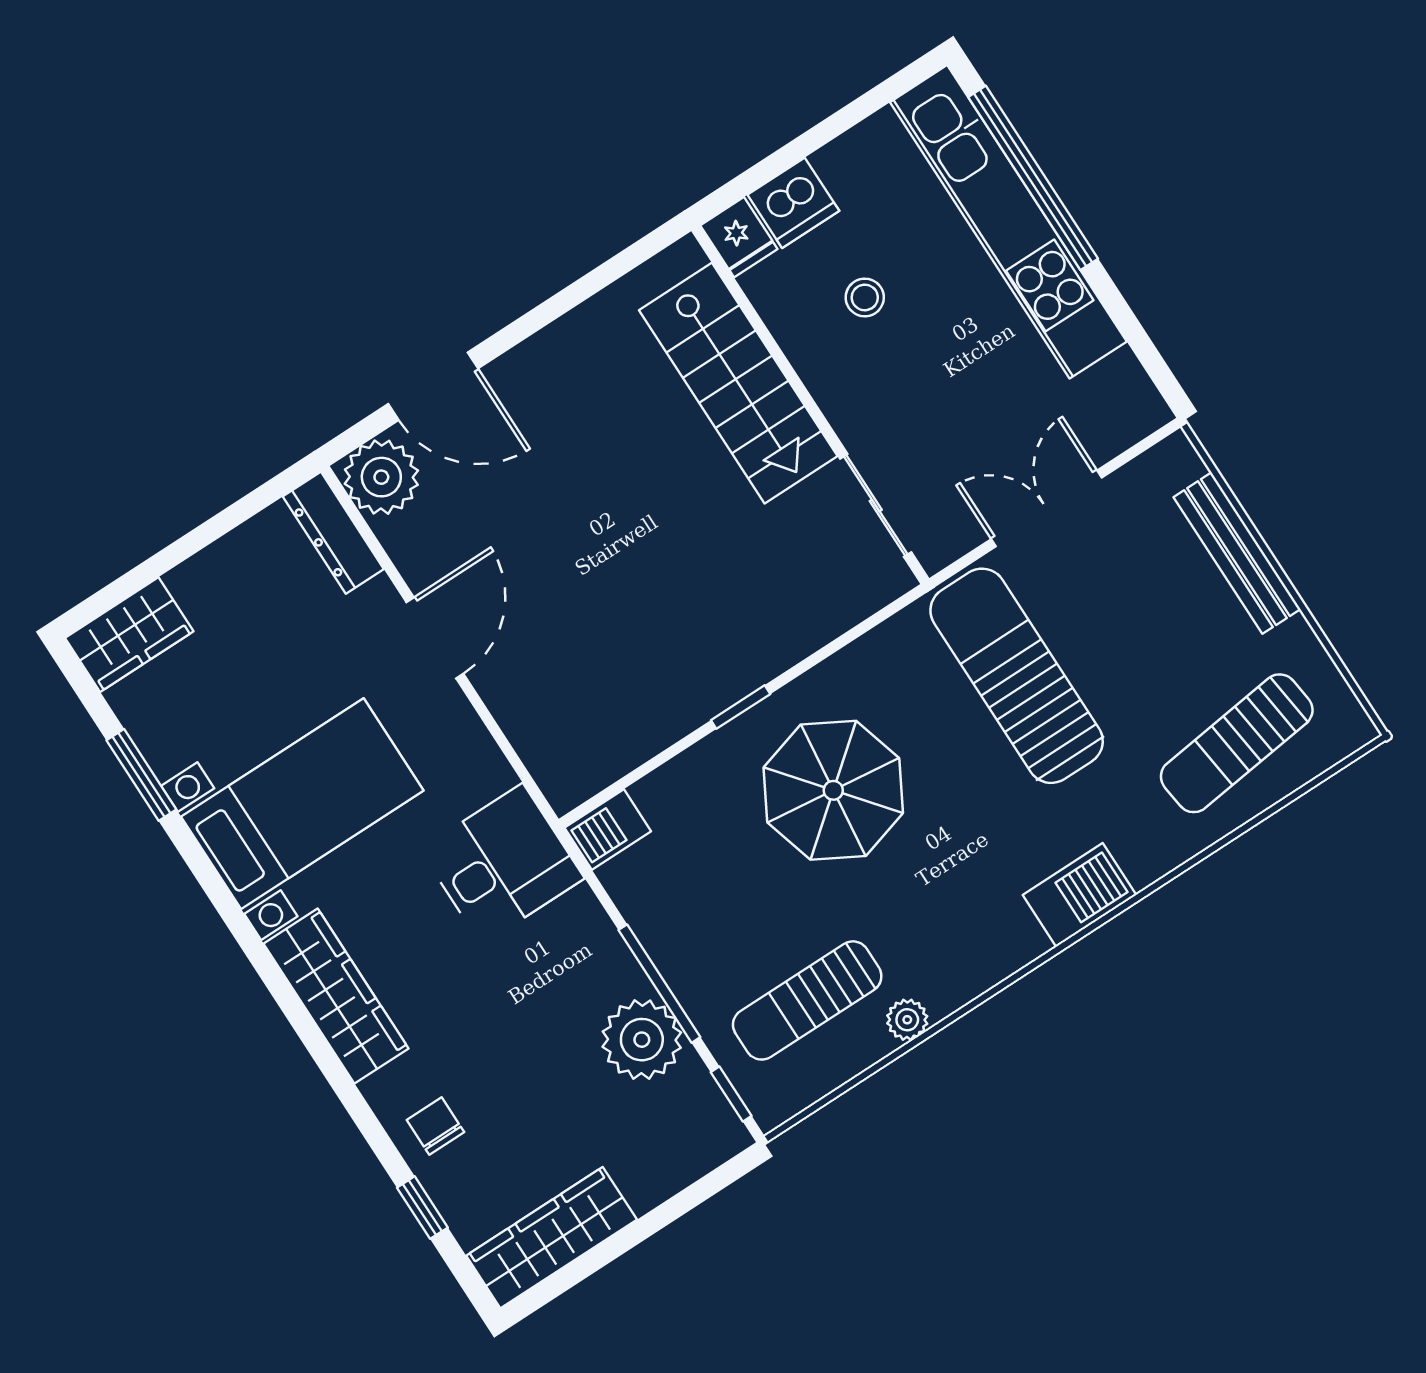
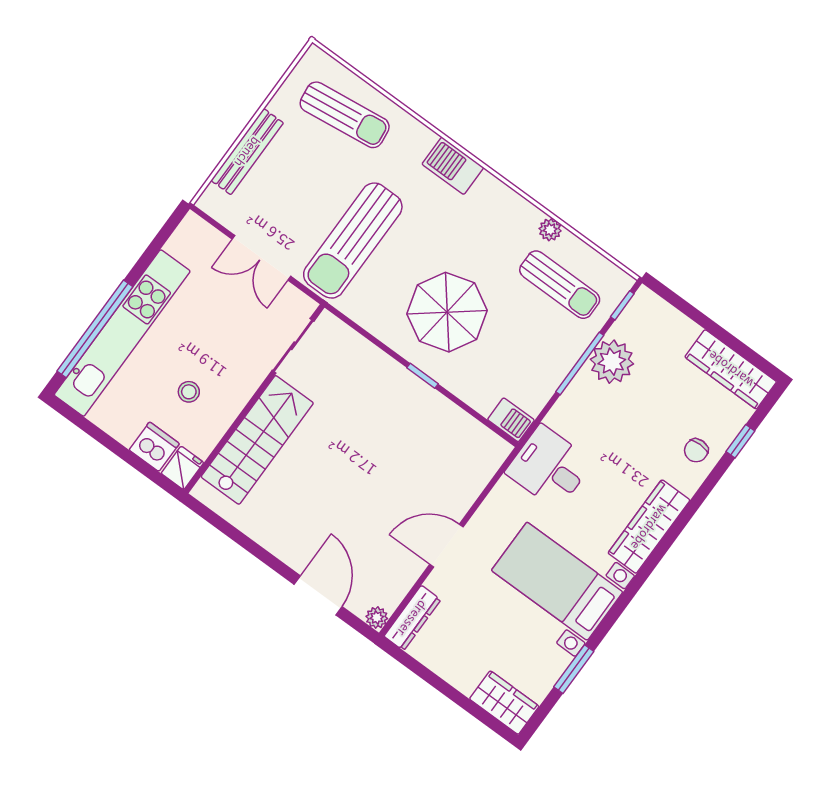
plant: (381, 477) -> (377, 618), width x0.53, depth x0.53

